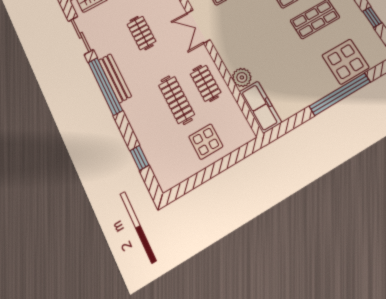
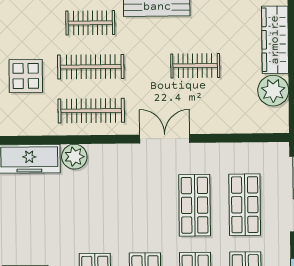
clothes rail: (206, 83) -> (91, 111), width x1.36
clothes rail: (147, 117) -> (90, 23), added

